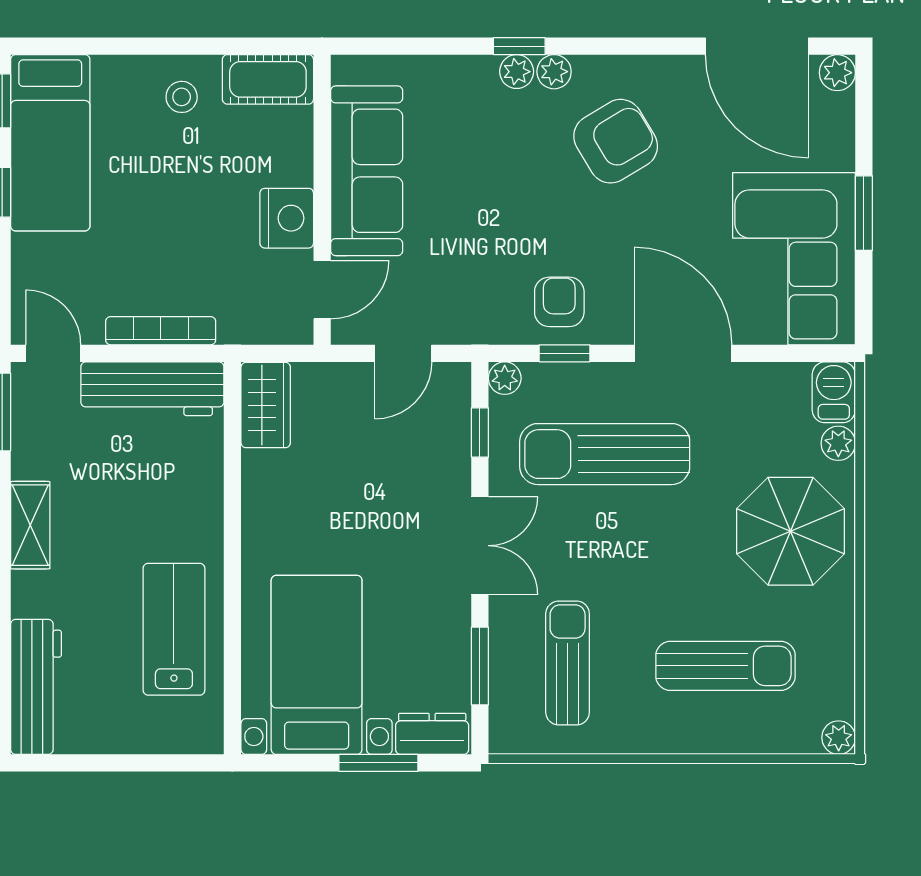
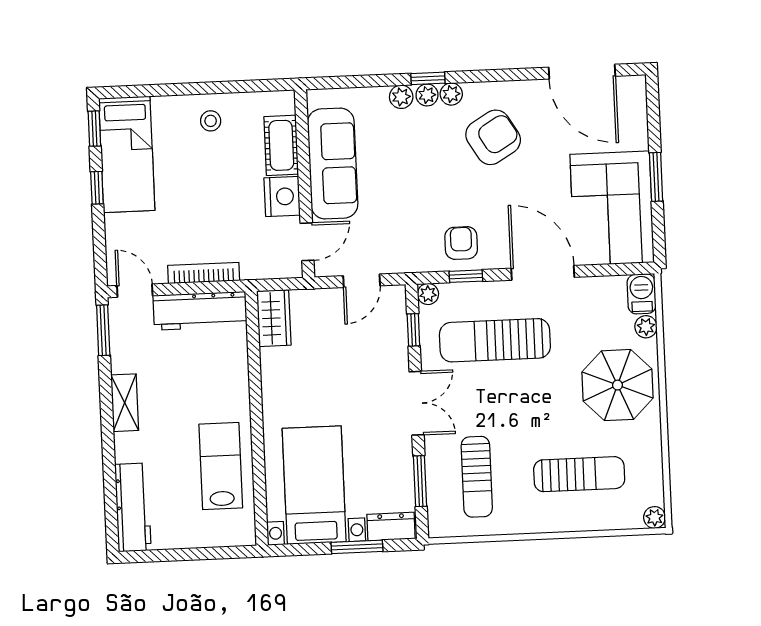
plant: (837, 73) -> (401, 97), moved
cot: (268, 79) -> (281, 145), moved, turned 90
sun lounger: (568, 663) -> (477, 477), turned 180

